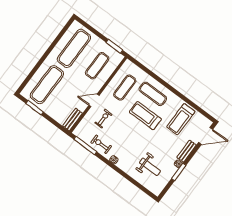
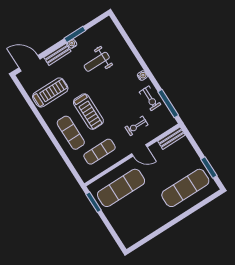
exercise mat: (74, 48) -> (140, 217), removed
exercise mat: (97, 66) -> (121, 188), width x1.36, depth x1.45
weight bench: (150, 167) -> (97, 62), moved, turned -90

